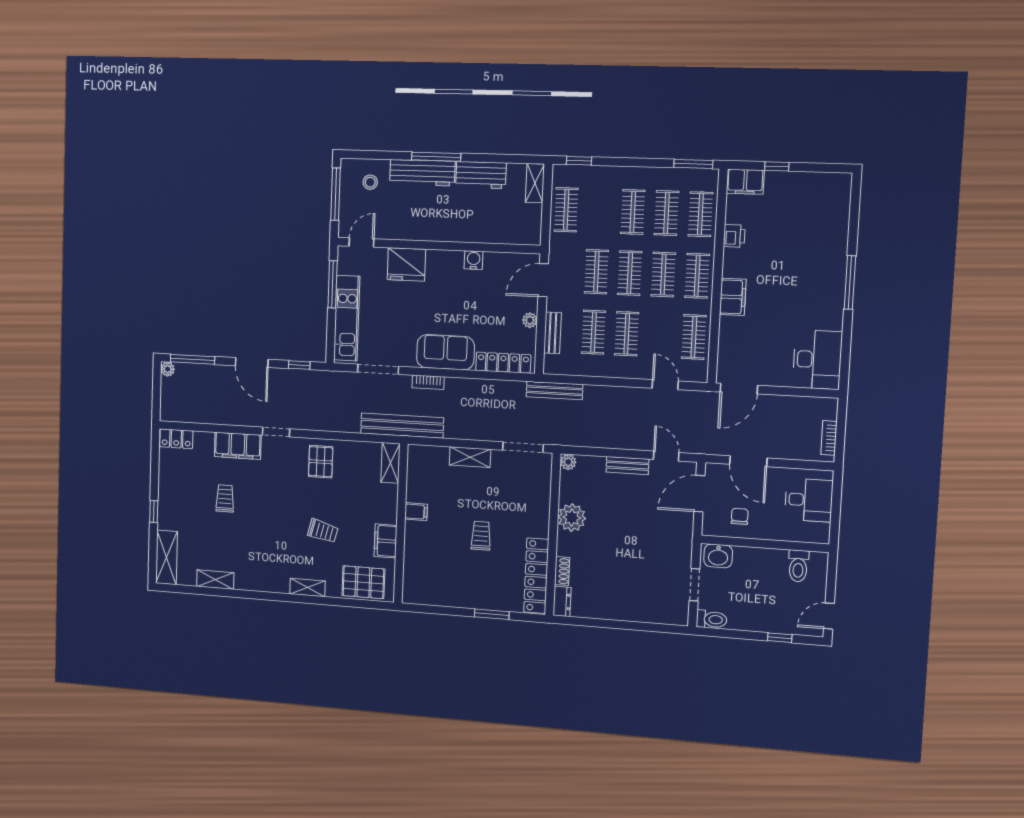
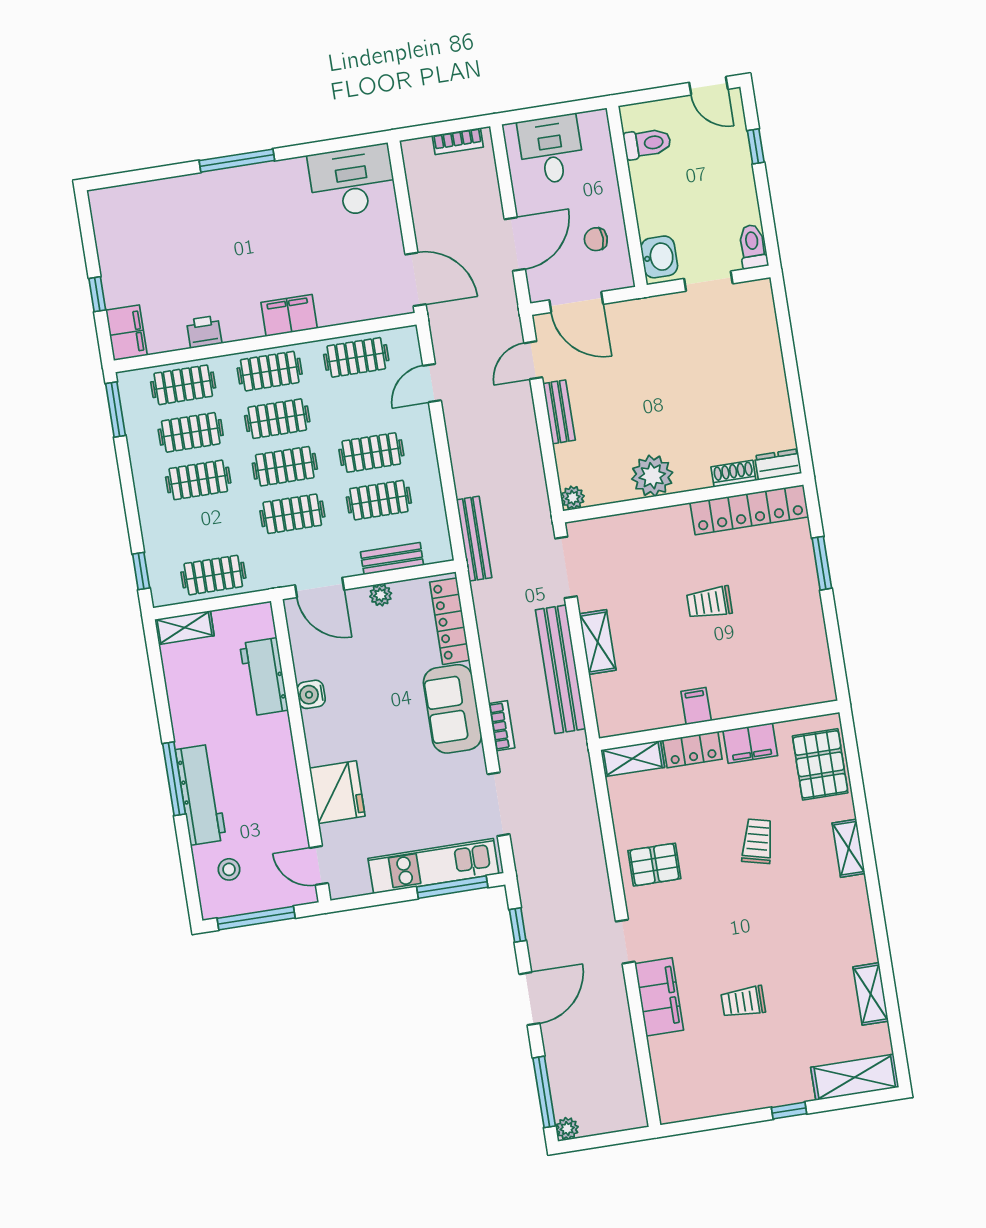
workbench: (481, 175) -> (264, 677), moved, turned 180
window: (333, 284) -> (452, 887), moved
bench: (402, 426) -> (561, 669), moved
locker: (176, 439) -> (692, 750), moved, turned 90

